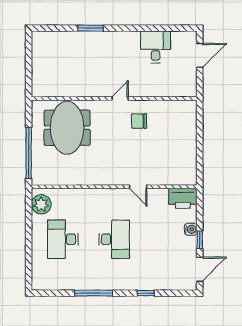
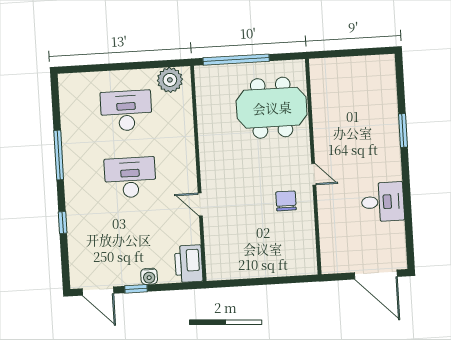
desk: (156, 47) -> (383, 202), moved
door: (200, 55) -> (376, 275), width x1.36
door: (138, 187) -> (200, 204), hinge flipped
desk: (114, 239) -> (130, 178), turned 180

